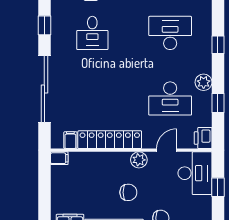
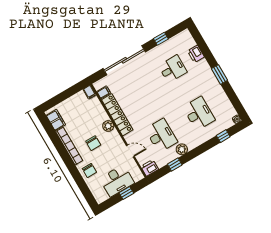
desk: (92, 33) -> (173, 69), turned 180
window: (218, 45) -> (223, 136), moved
desk: (170, 98) -> (161, 136), turned 180
plant: (139, 160) -> (108, 126), moved
desk: (195, 173) -> (117, 181), moved

